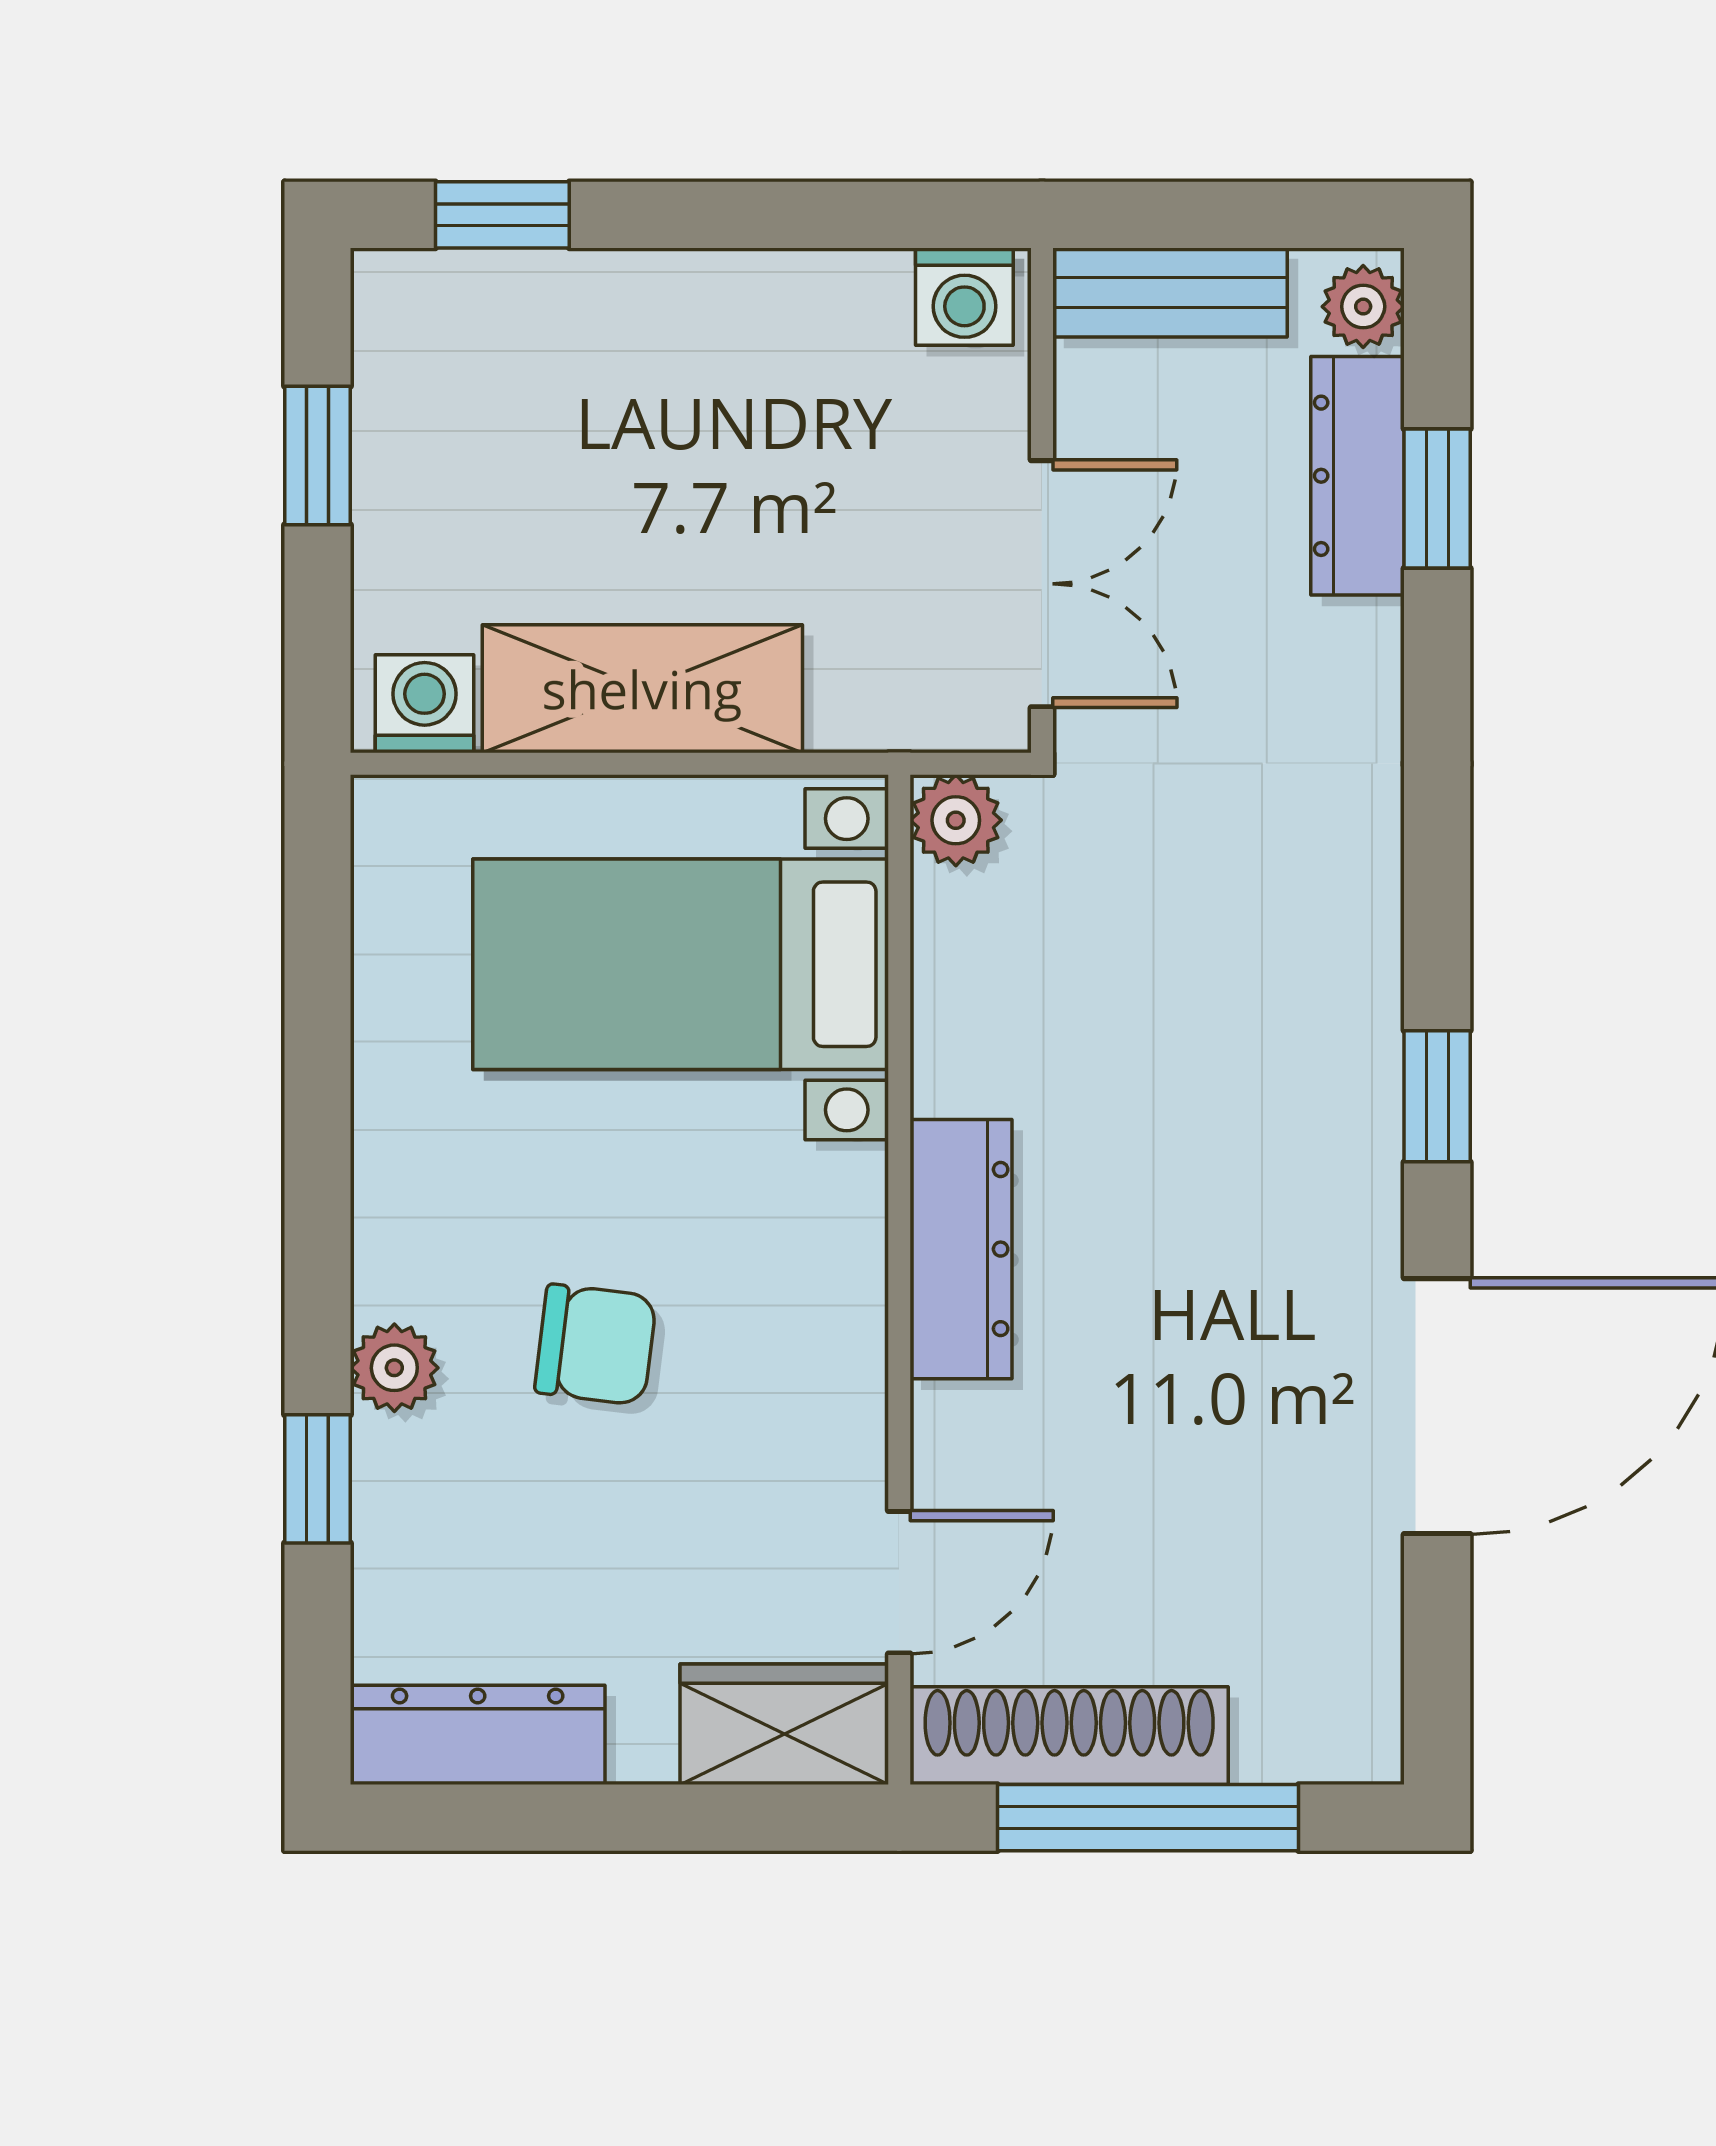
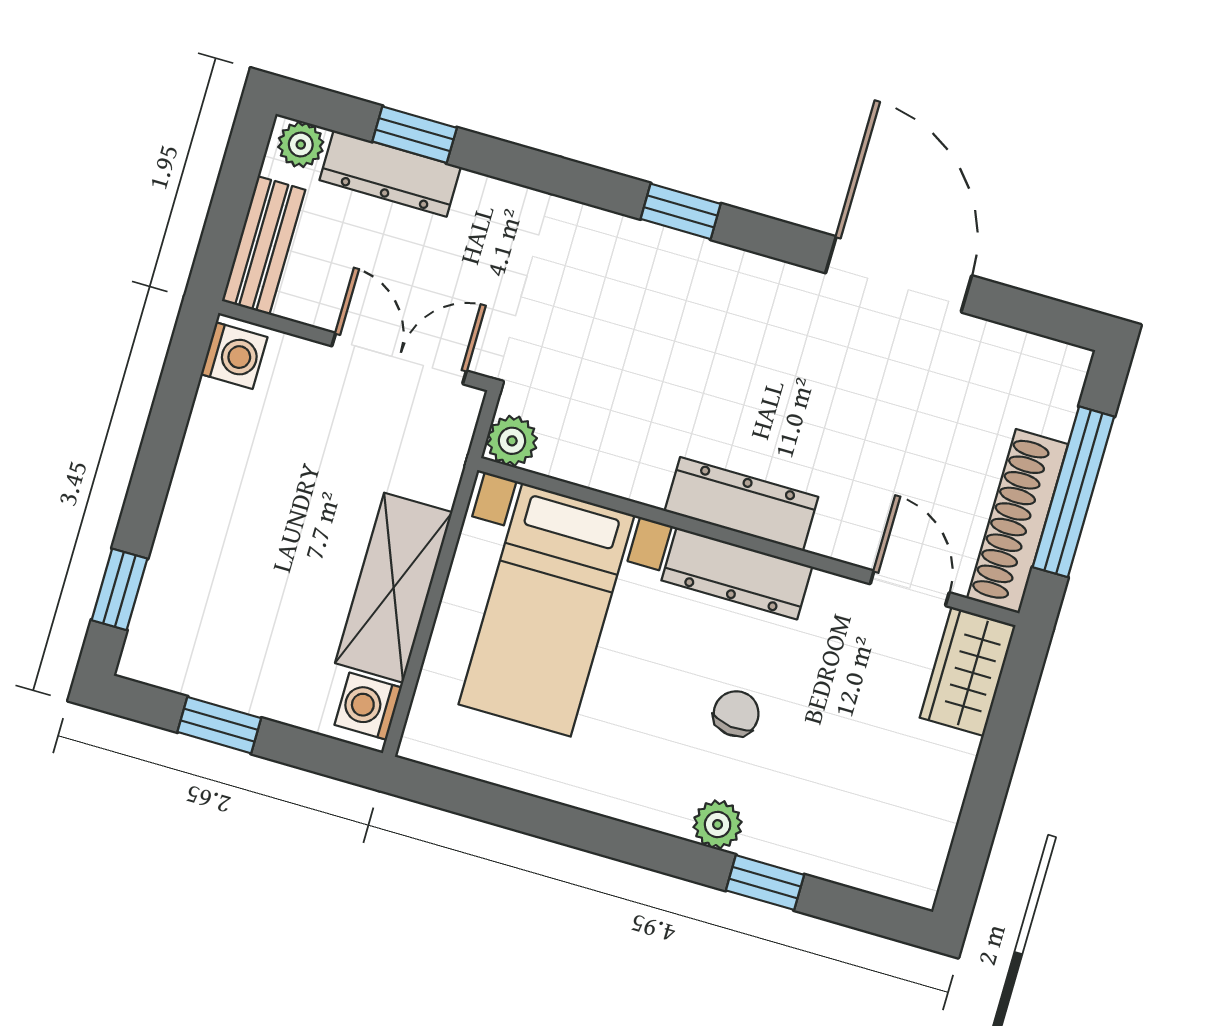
window: (1437, 1096) -> (681, 211), moved
chair: (596, 1345) -> (736, 714), width x0.73, depth x0.73
dresser: (478, 1735) -> (737, 573), moved, turned -90

